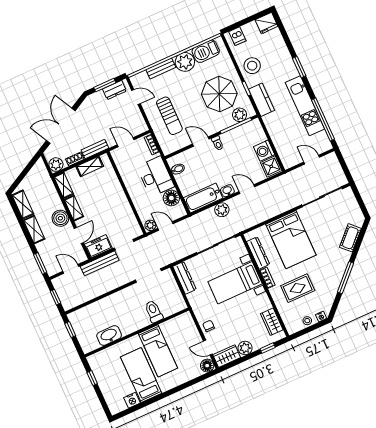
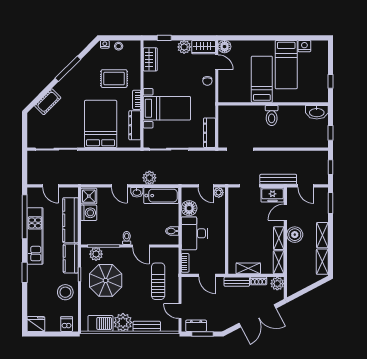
kitchen counter: (278, 136) -> (70, 220), added
toilet: (154, 311) -> (272, 116), moved
washbasin: (109, 335) -> (317, 112), moved

